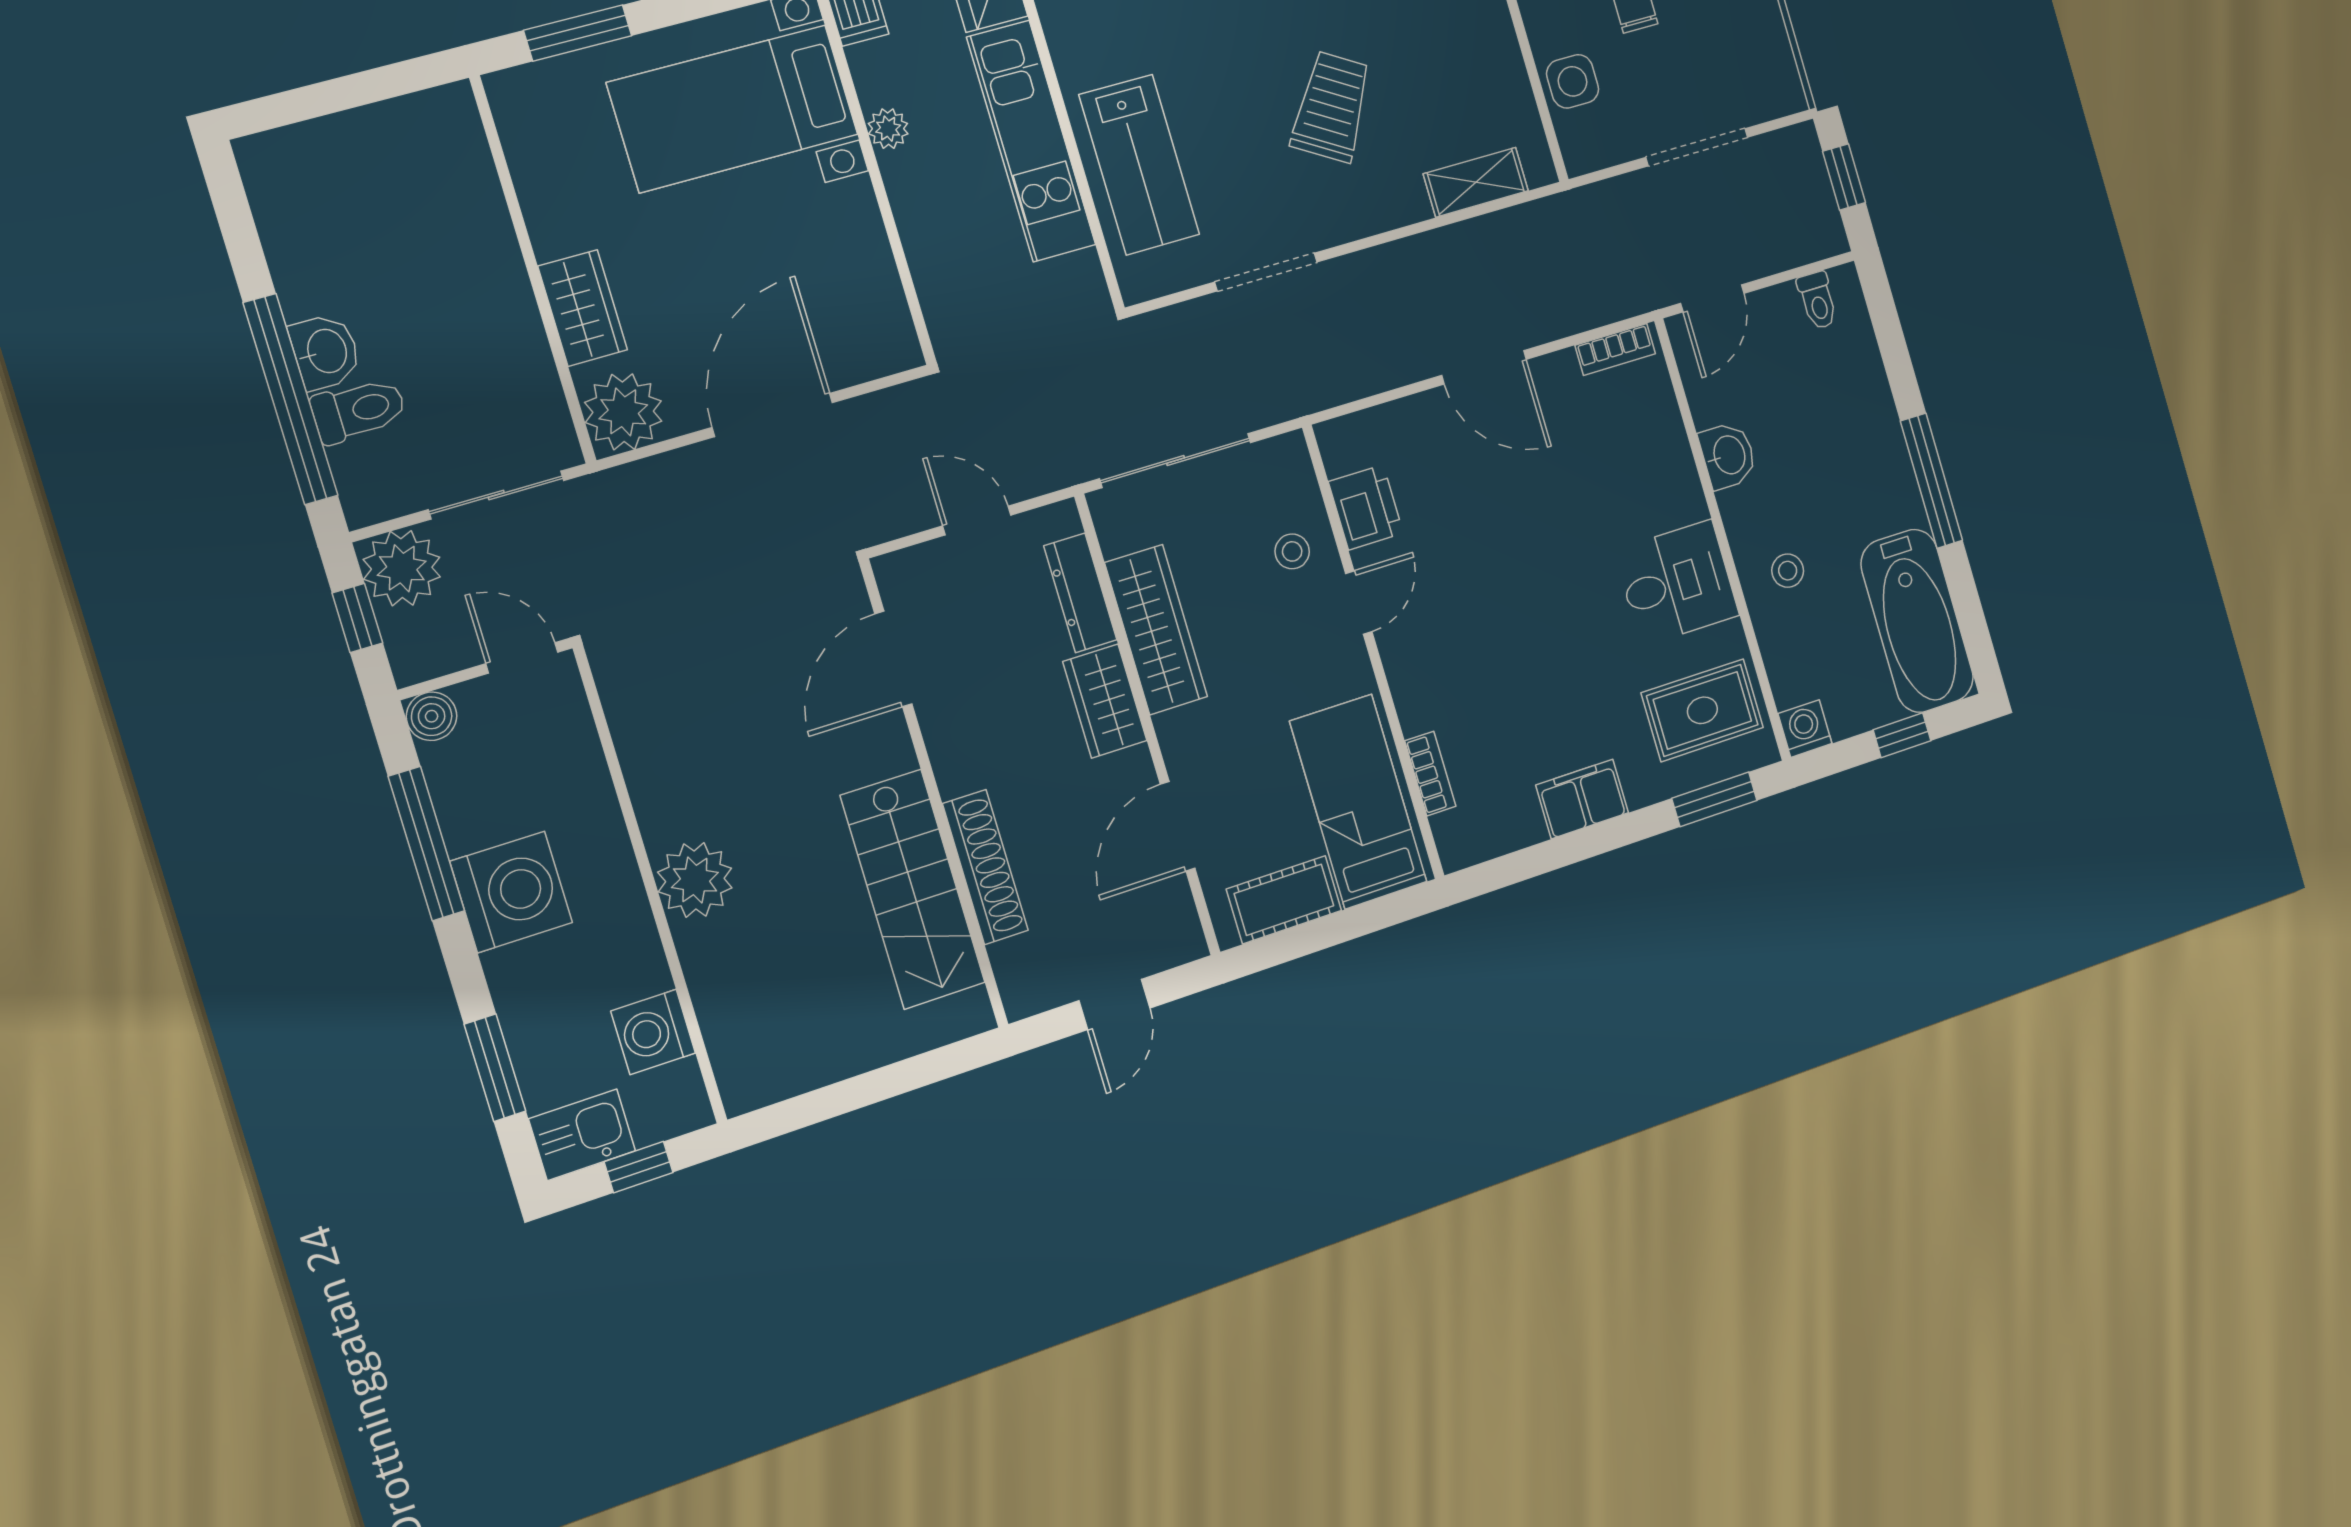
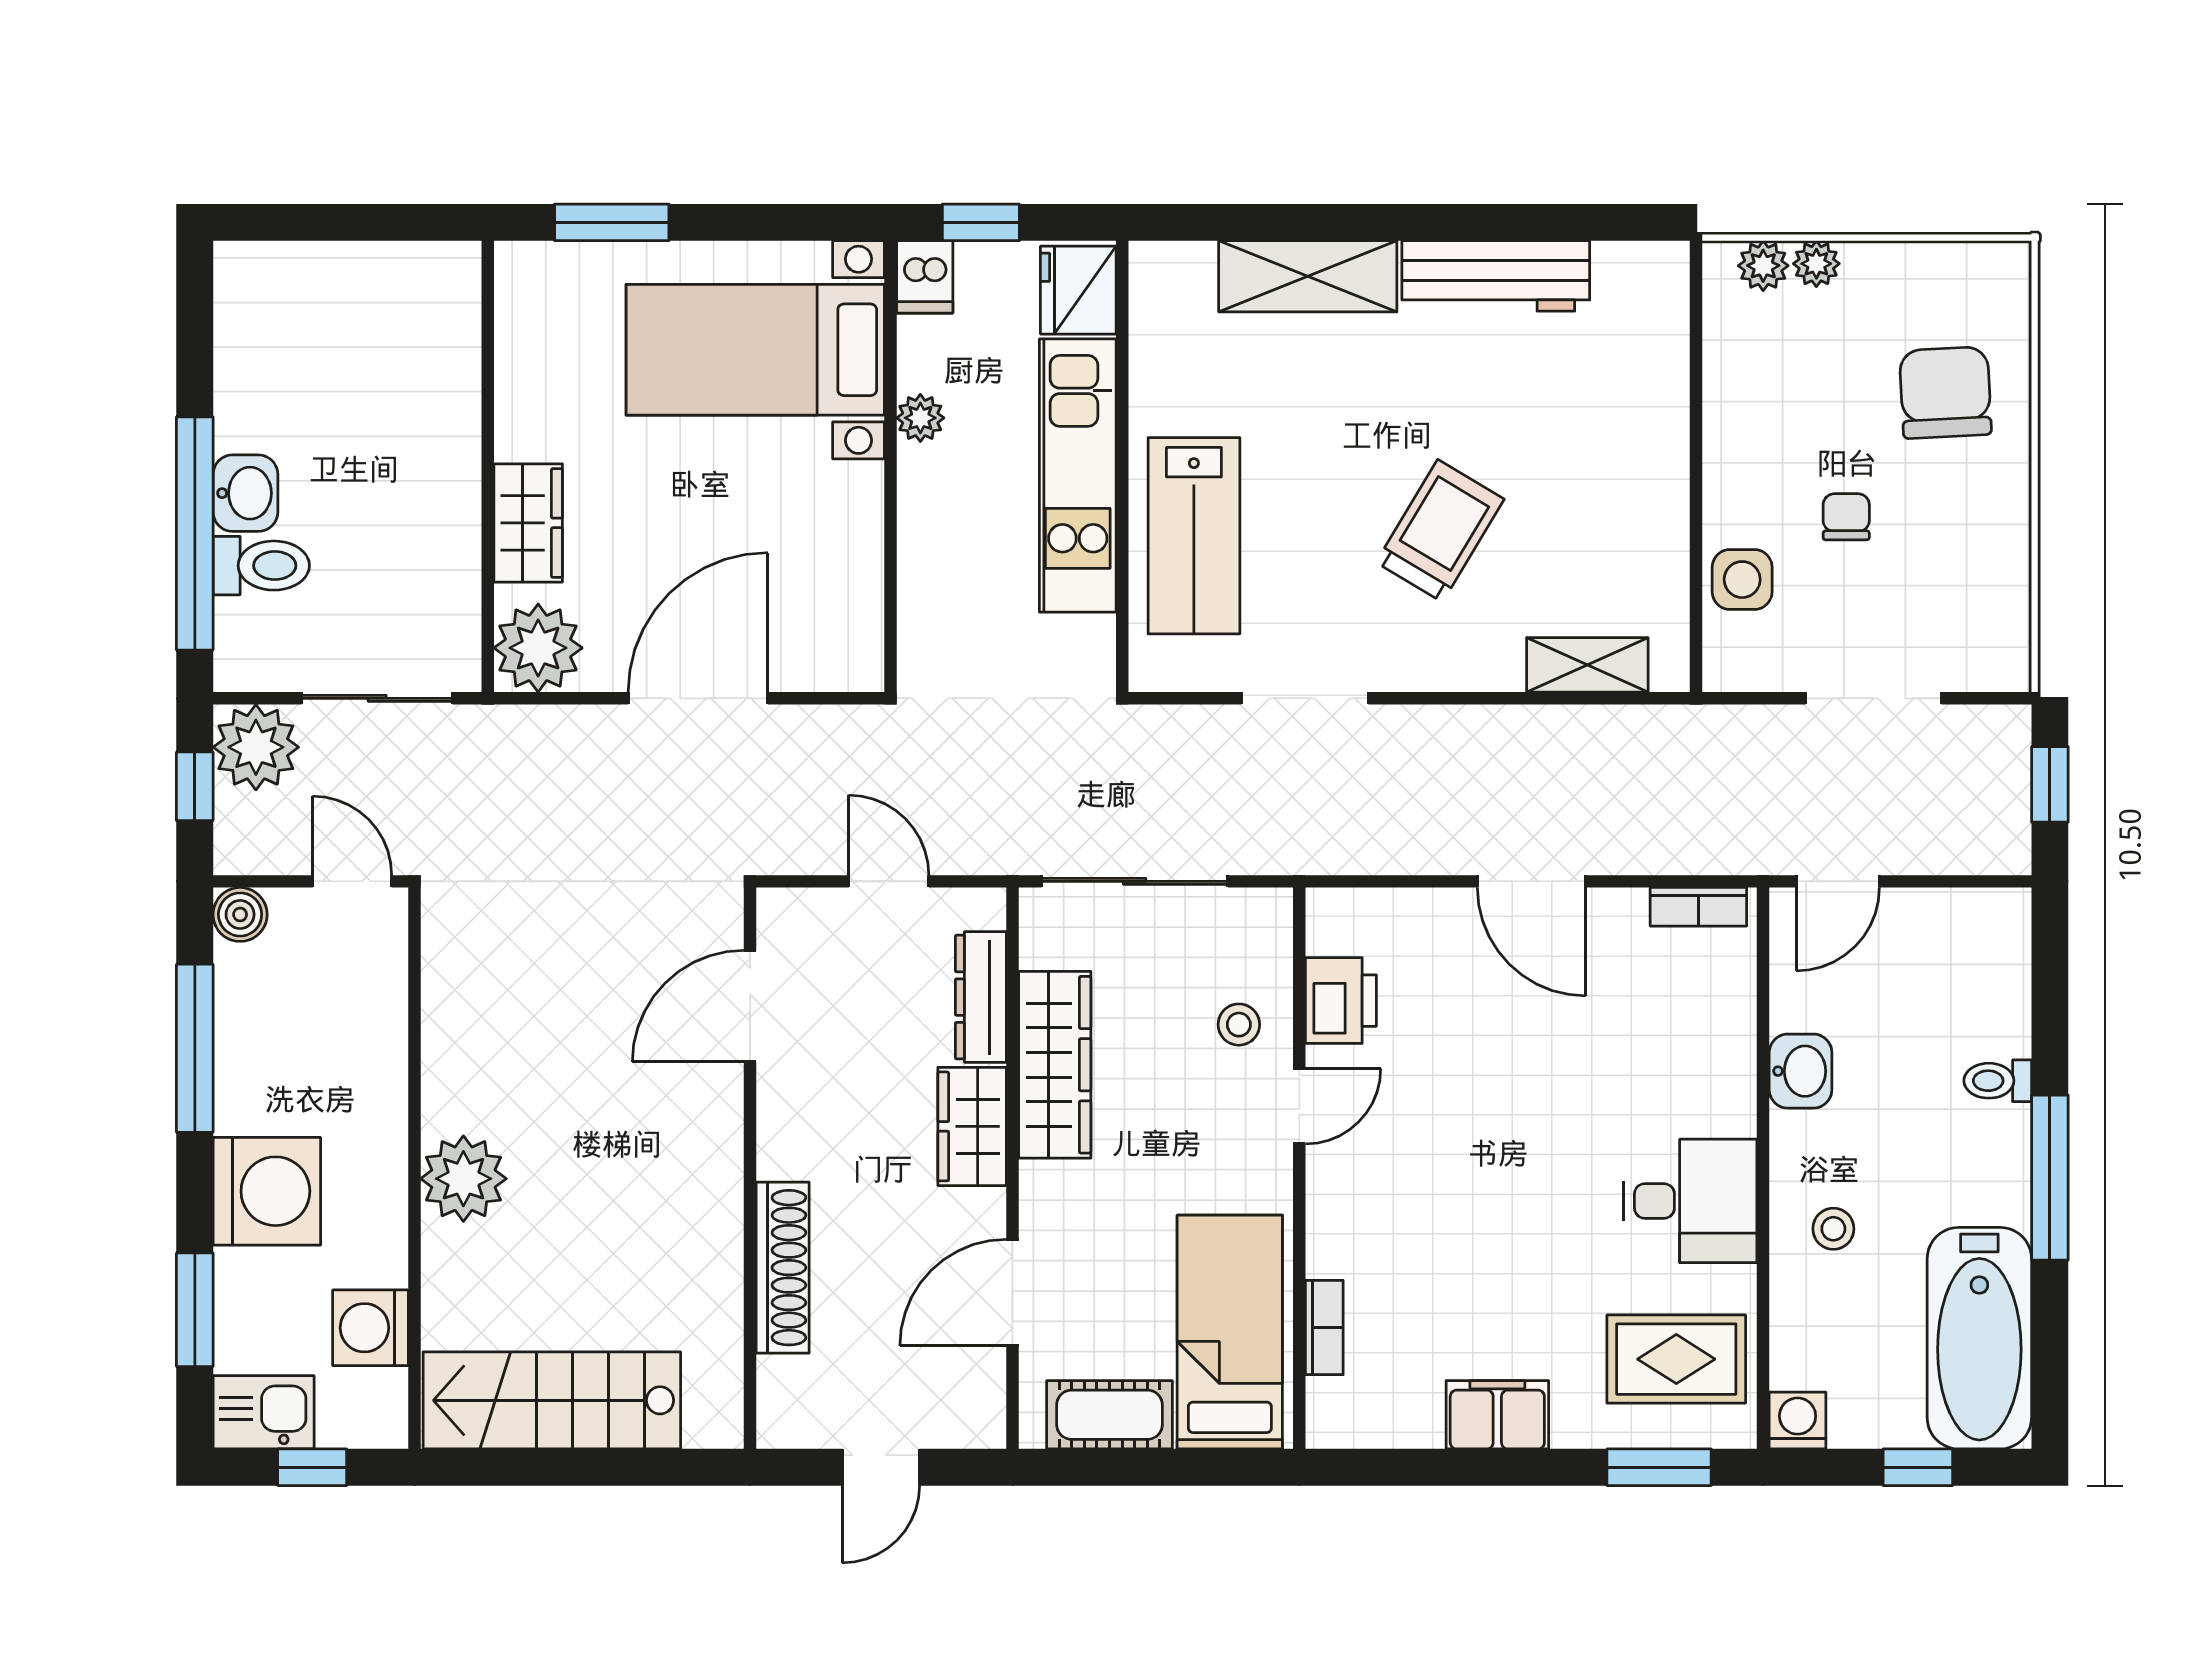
toilet: (1818, 300) -> (1998, 1081), moved, turned 90
stairs: (913, 889) -> (552, 1400), moved, turned 90
washing machine: (511, 892) -> (267, 1191), moved

